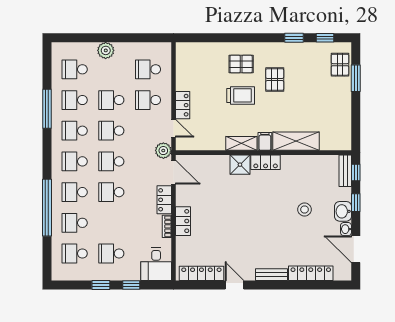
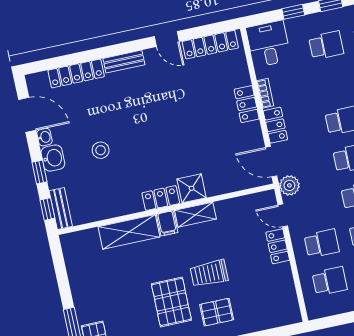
pallet: (275, 79) -> (171, 302), width x1.50, depth x1.42

